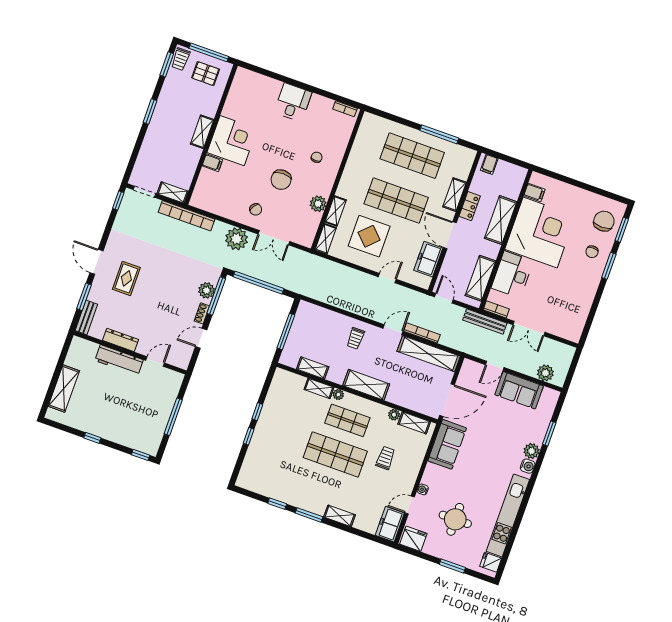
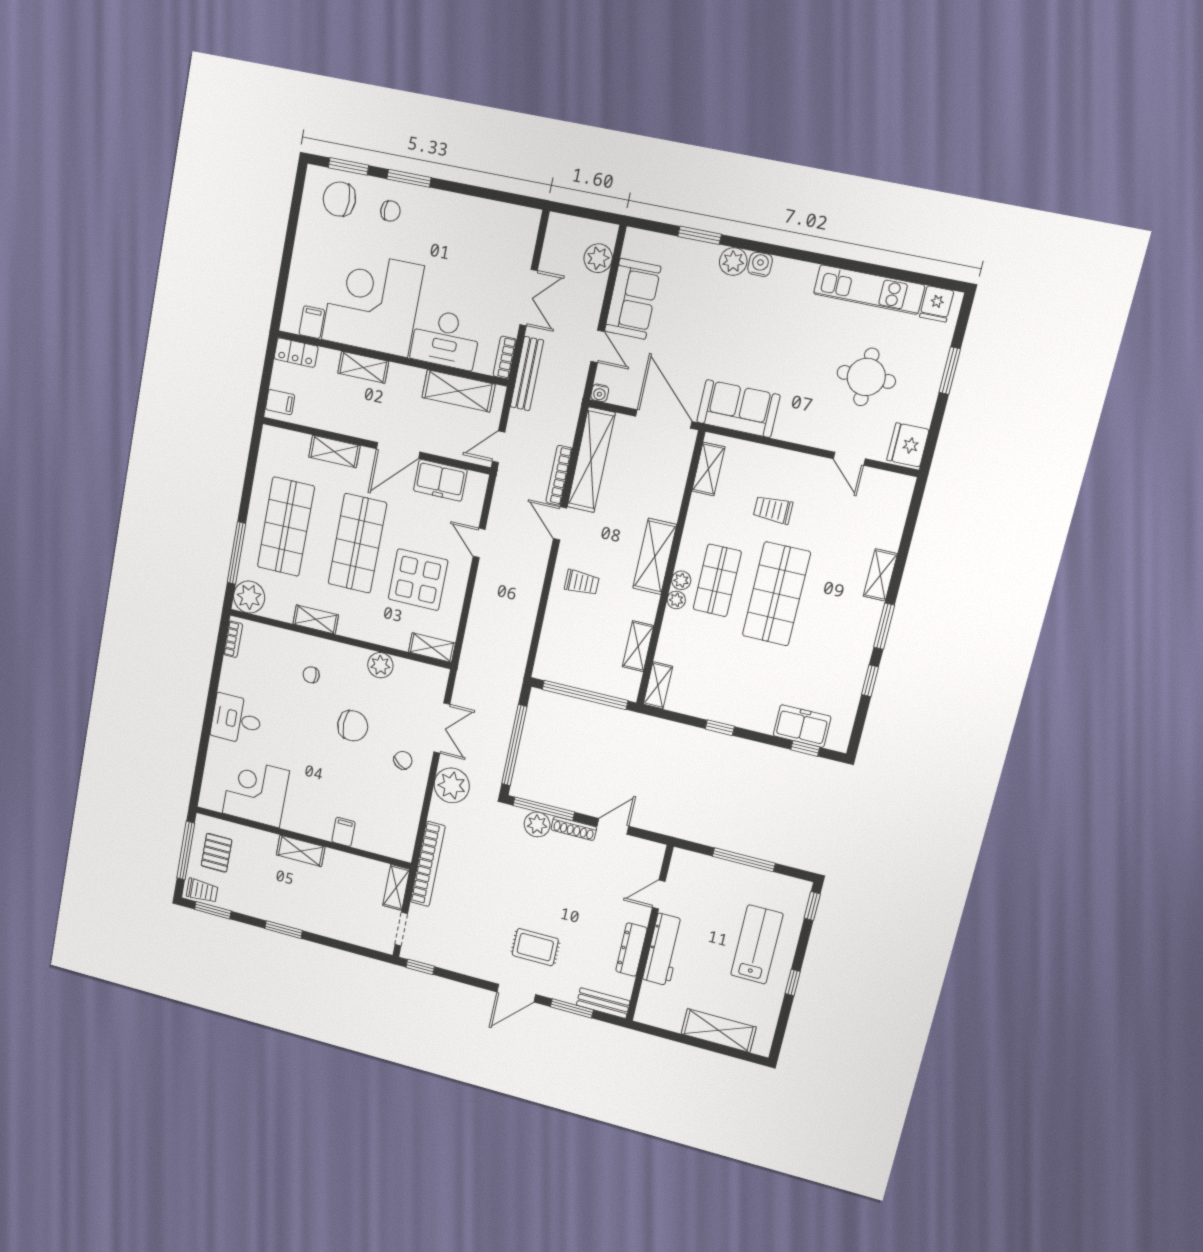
plant: (371, 124) -> (249, 597), added
window: (439, 134) -> (236, 553), moved
corner desk: (232, 141) -> (256, 792), moved
locker: (470, 206) -> (296, 353), moved, turned 180
shelving: (336, 211) -> (316, 619), moved
shelving: (501, 220) -> (363, 367), width x0.67, depth x0.75
shoe rack: (202, 313) -> (574, 828), width x1.43
window: (286, 331) -> (585, 695), width x1.46
door: (201, 338) -> (613, 826), swing flipped
door: (155, 362) -> (659, 895), hinge flipped
shelving: (319, 388) -> (658, 685), moved
plant: (394, 415) -> (681, 580), moved
lab bench: (118, 419) -> (757, 944), added
window: (249, 436) -> (805, 748), moved
water cooler: (423, 489) -> (600, 393), moved
kitchen unit: (508, 515) -> (869, 290), width x0.73
freezer: (390, 524) -> (802, 726), moved, turned 180

